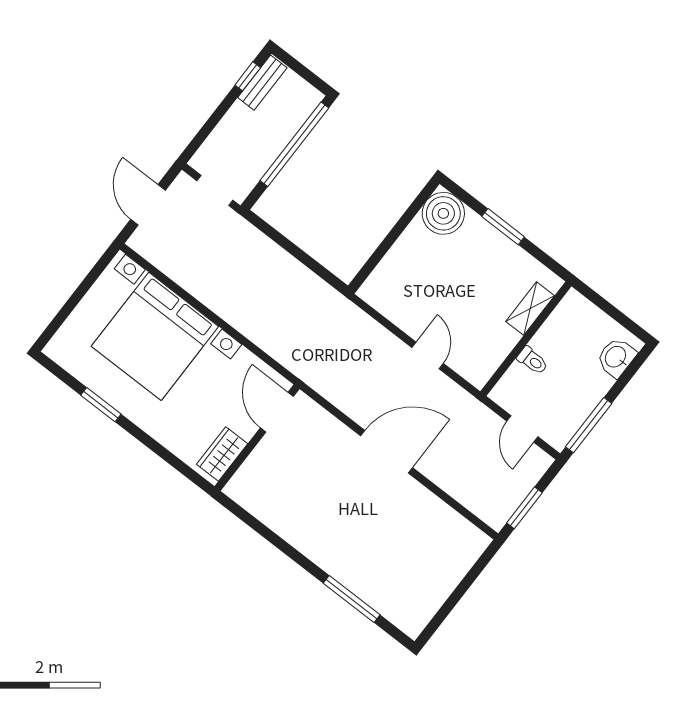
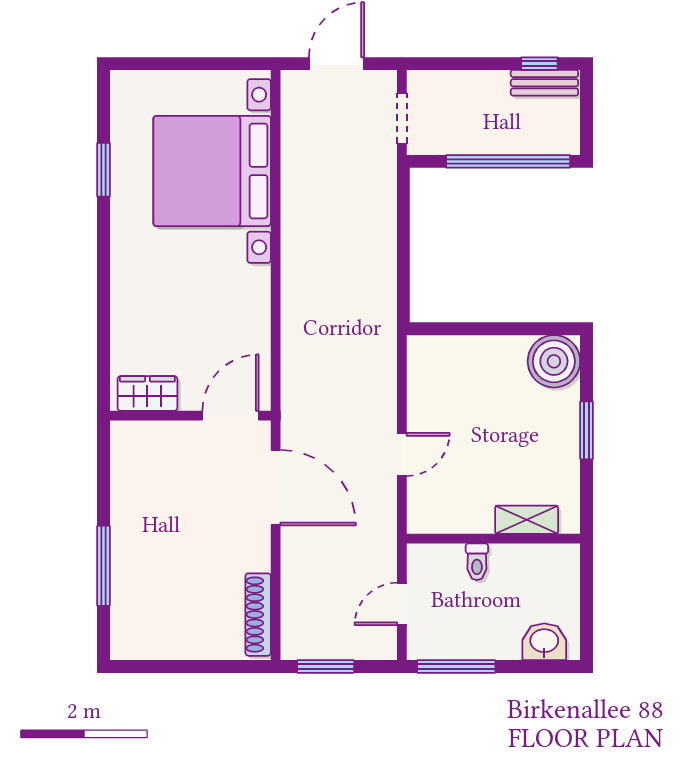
door: (277, 412) -> (231, 416), moved
wall: (257, 438) -> (190, 416), moved
wardrobe: (222, 454) -> (147, 393), moved
shoe rack: (458, 525) -> (258, 615), added

